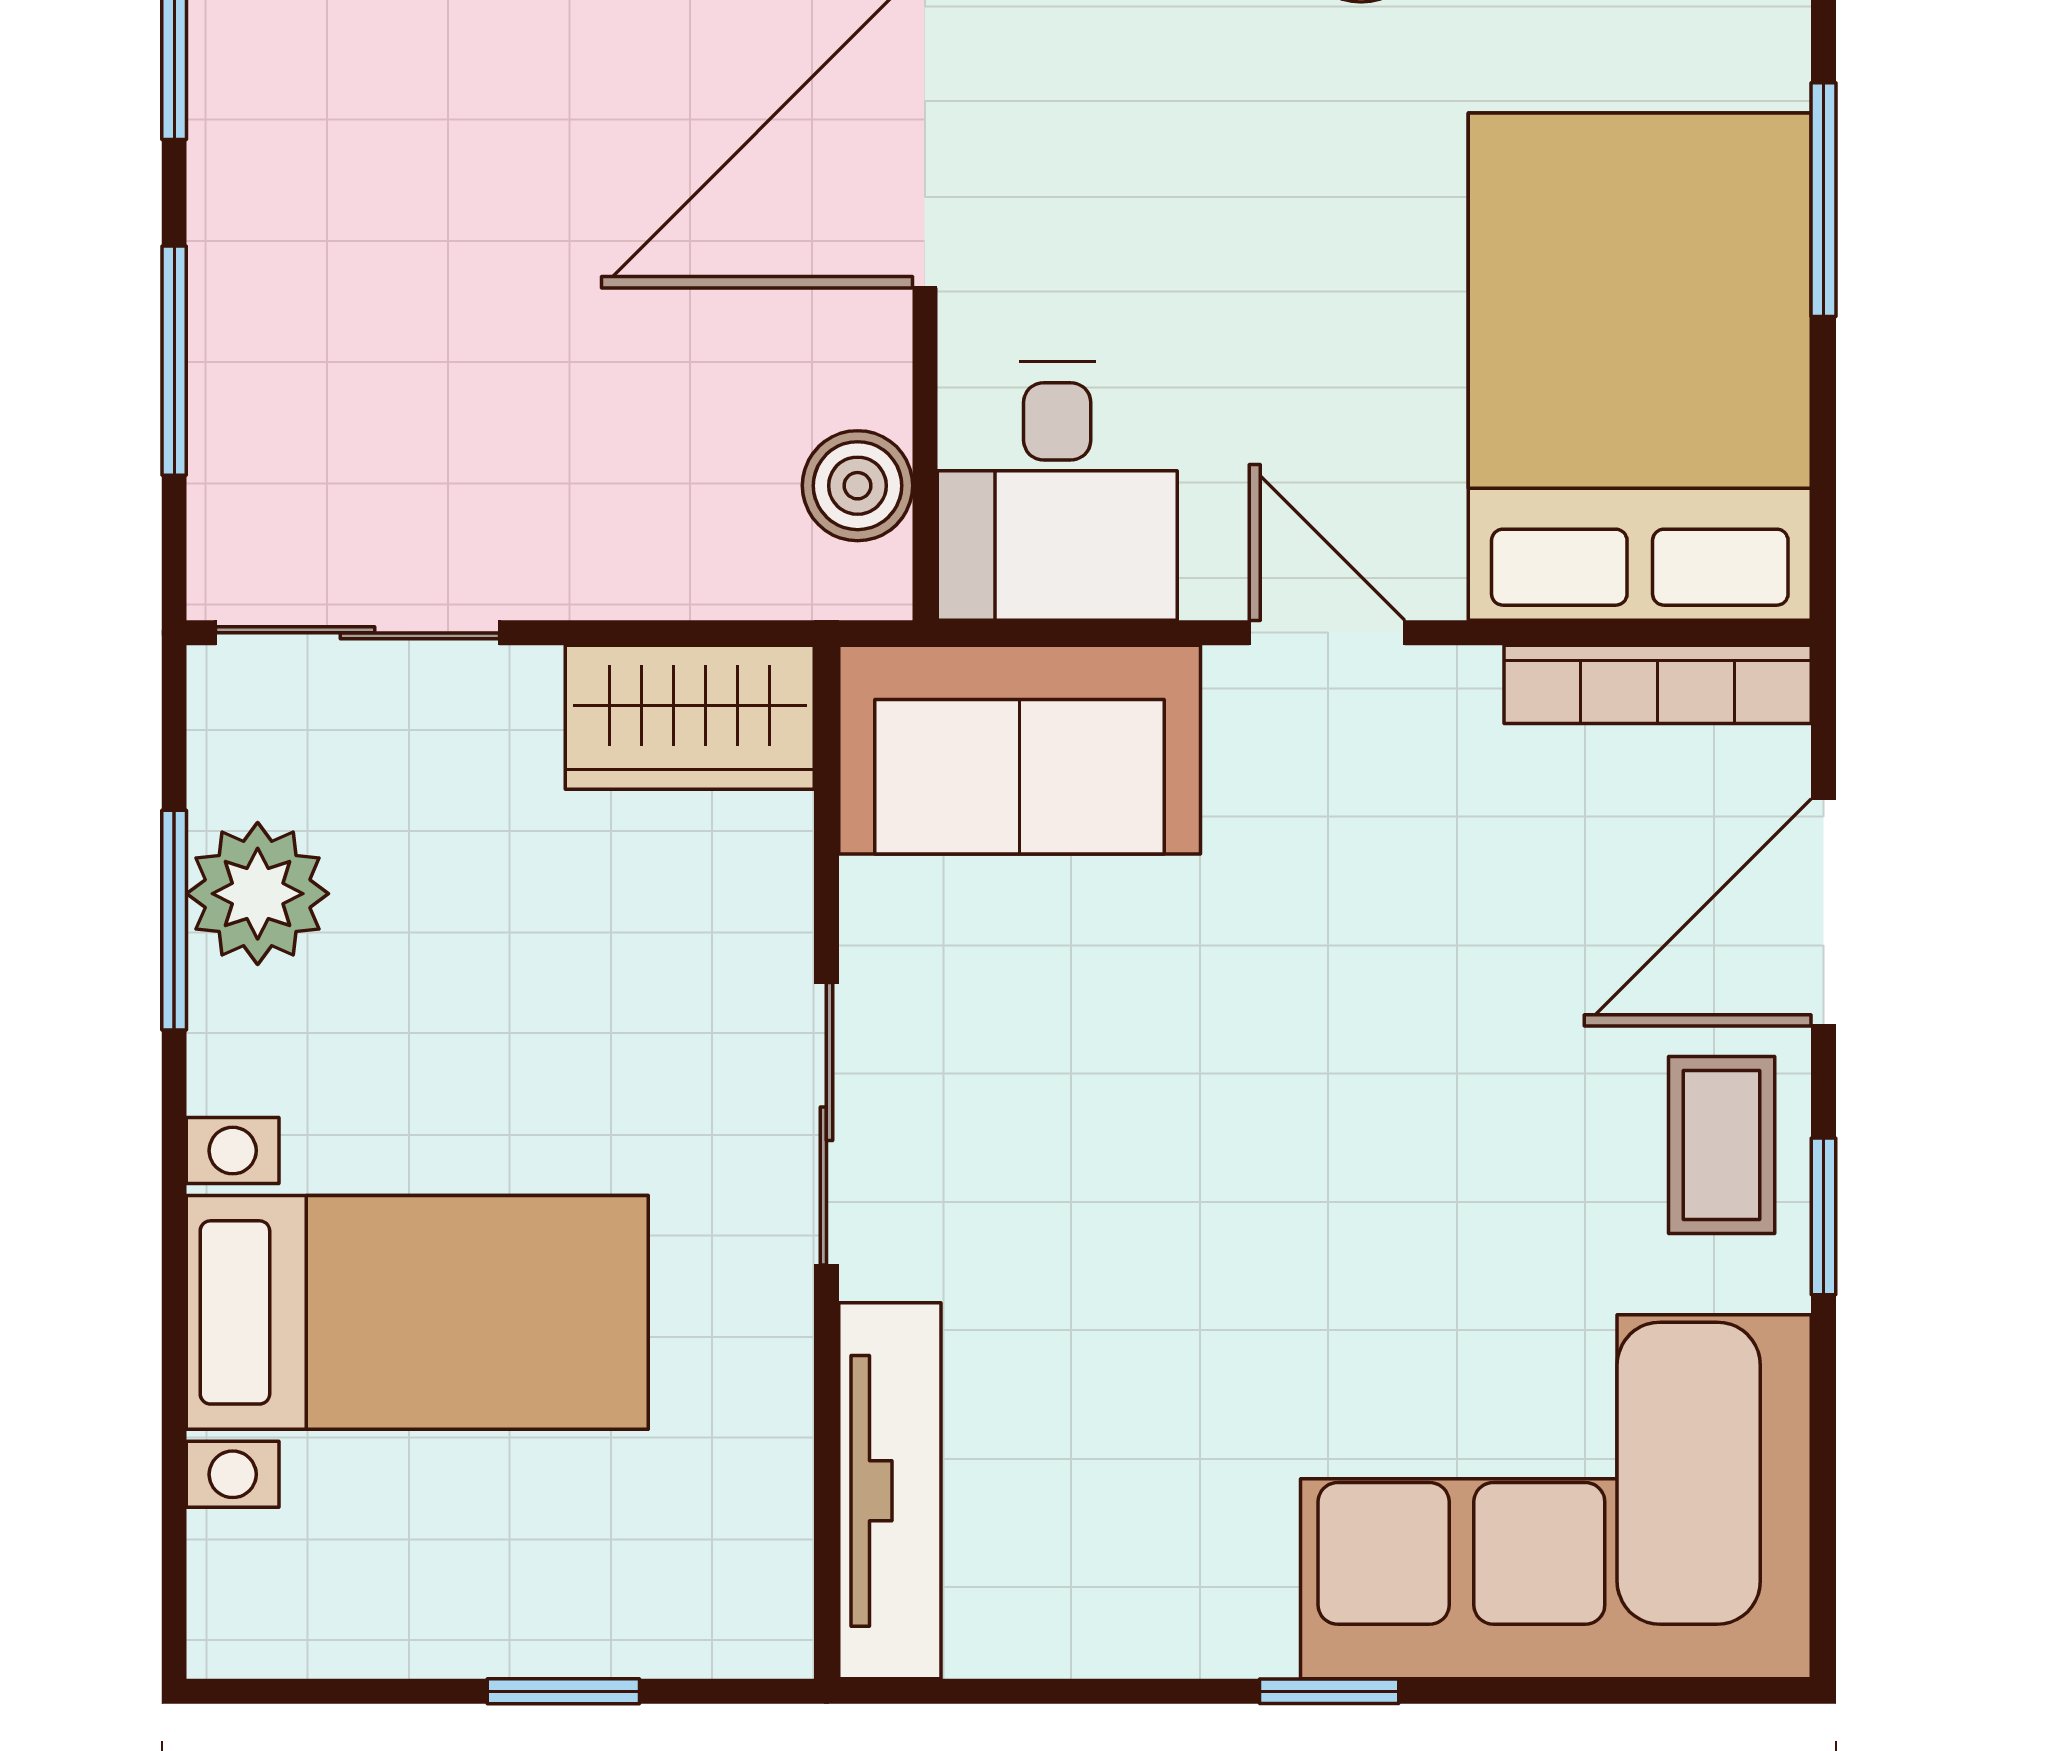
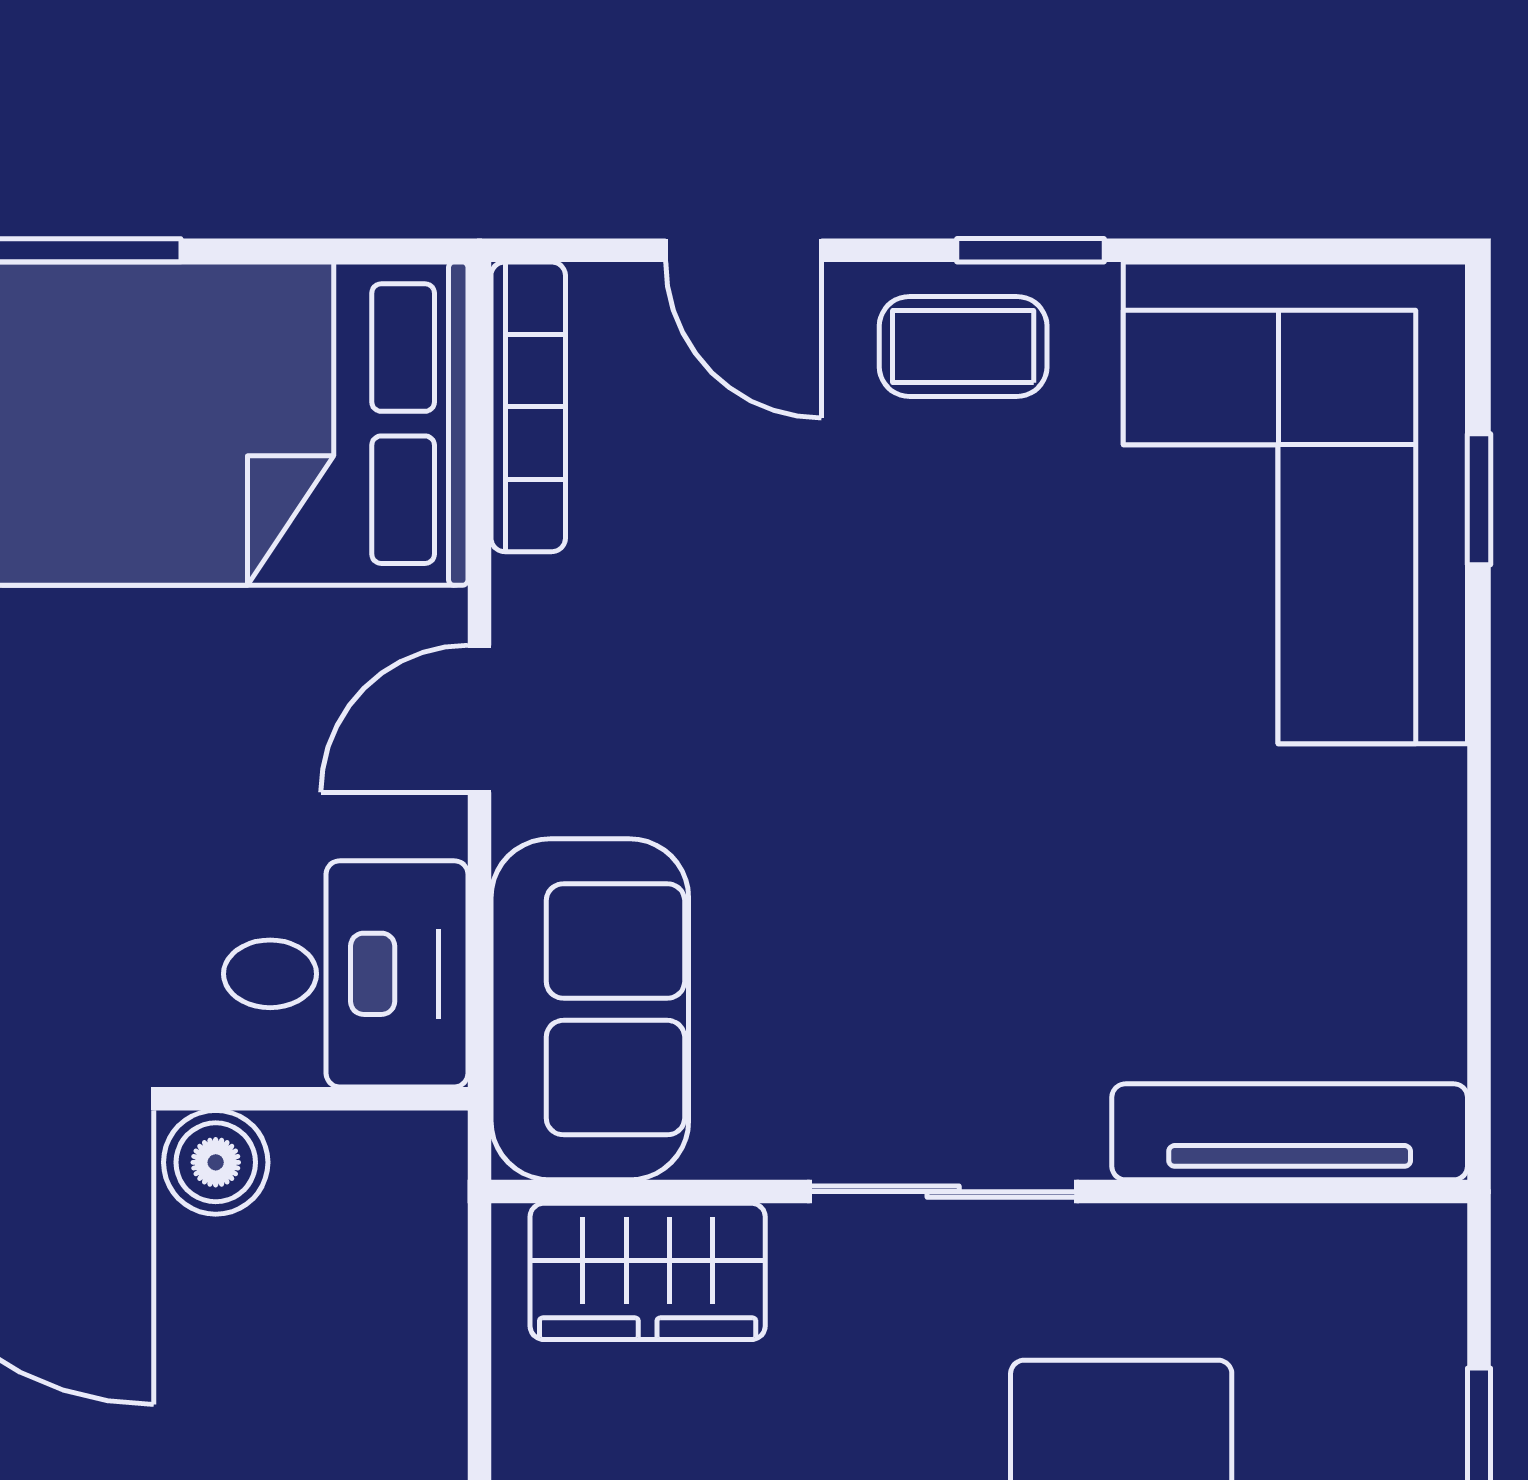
boiler: (858, 486) -> (216, 1162), moved
wardrobe: (690, 717) -> (648, 1271), moved, turned 90
door: (1823, 912) -> (744, 250), width x0.73
window: (1329, 1691) -> (1479, 499), moved

